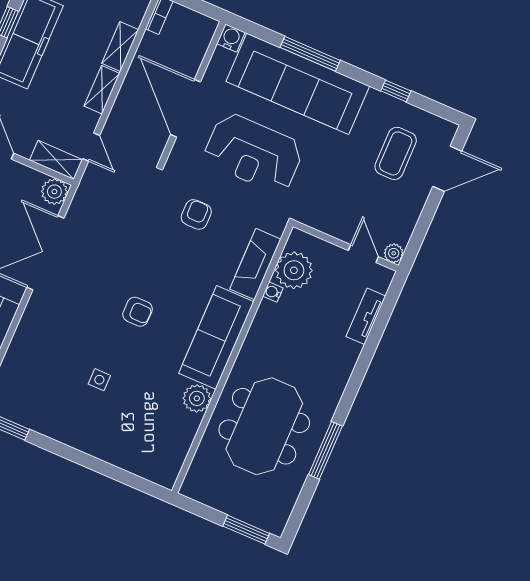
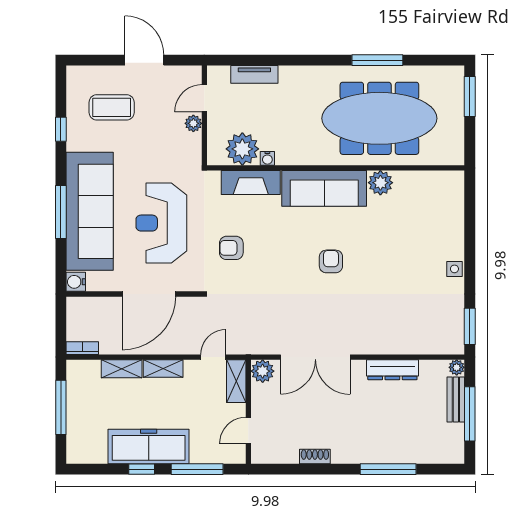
reception desk: (253, 153) -> (161, 223), turned 180
door: (447, 169) -> (144, 60), moved
plant: (394, 253) -> (193, 123), moved
side table: (99, 380) -> (454, 269), moved
meeting table: (264, 426) -> (379, 118), width x1.36

